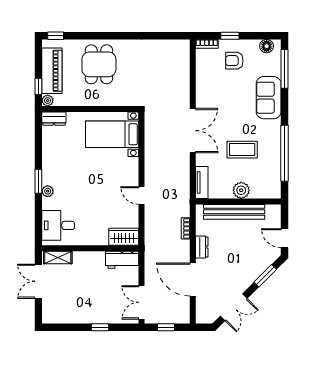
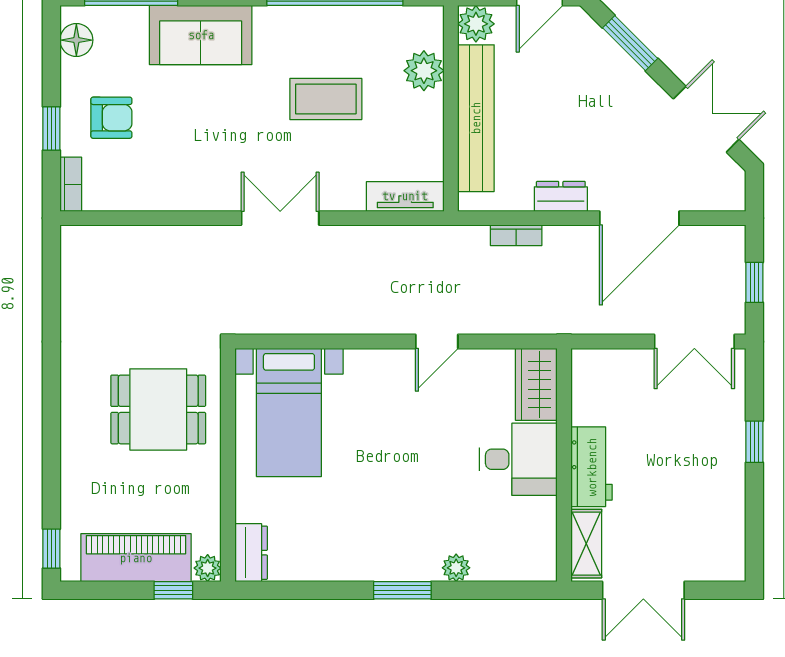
armchair: (234, 61) -> (111, 118), turned -90
dining table: (99, 64) -> (158, 409), moved
double door: (193, 131) -> (280, 218), width x0.73
coffee table: (242, 150) -> (326, 99), turned 90
plant: (241, 190) -> (424, 71), moved
plant: (48, 191) -> (456, 568), moved
plant: (273, 212) -> (476, 24), added
desk: (58, 225) -> (518, 459), moved, turned -90
workbench: (122, 260) -> (592, 467), moved

